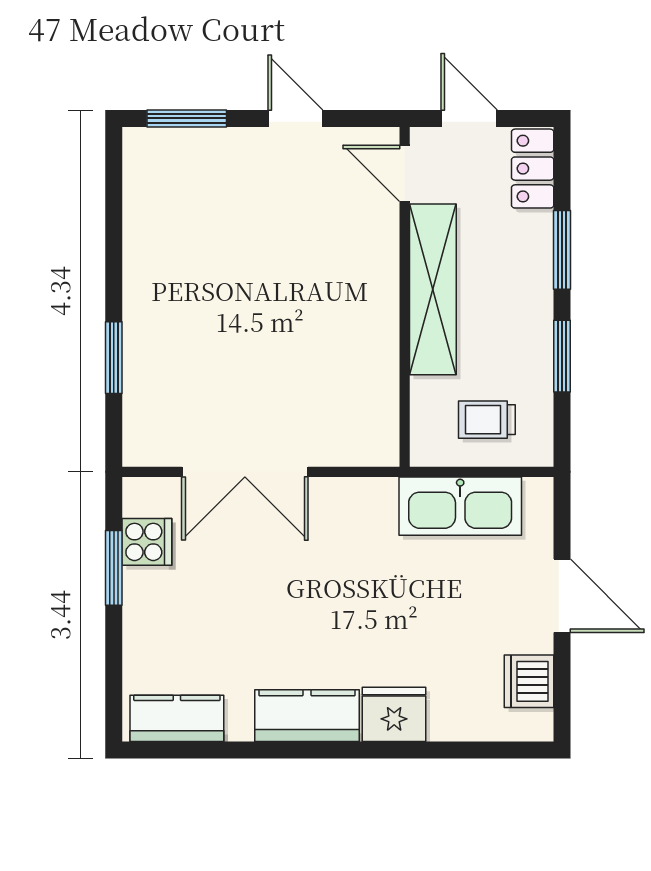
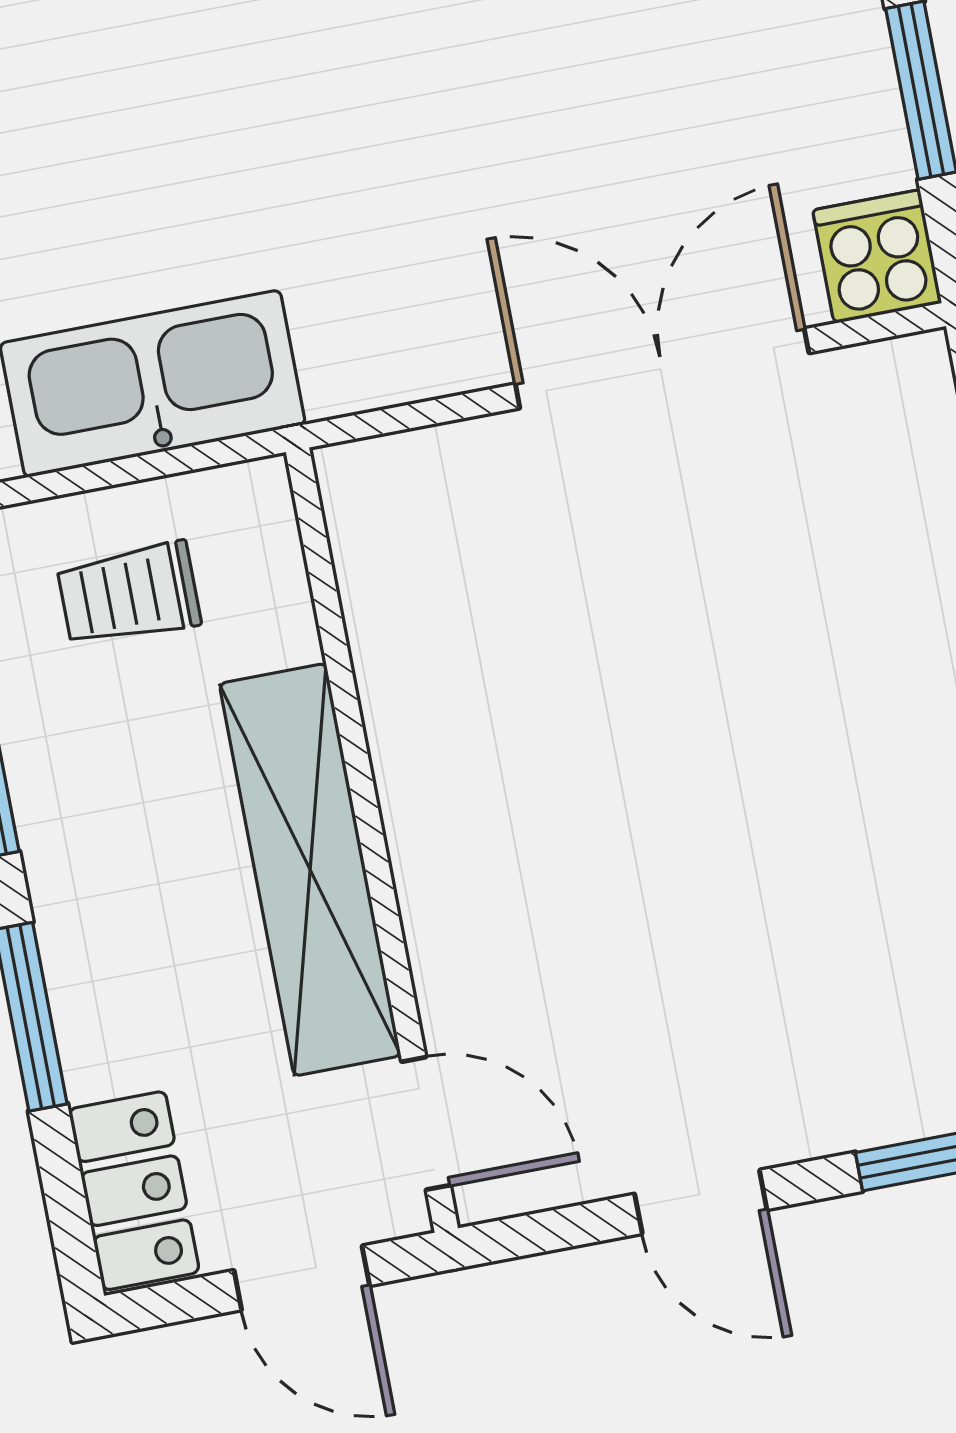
trolley: (487, 420) -> (129, 594), turned 180
cooker: (147, 542) -> (877, 257), moved, turned 90

